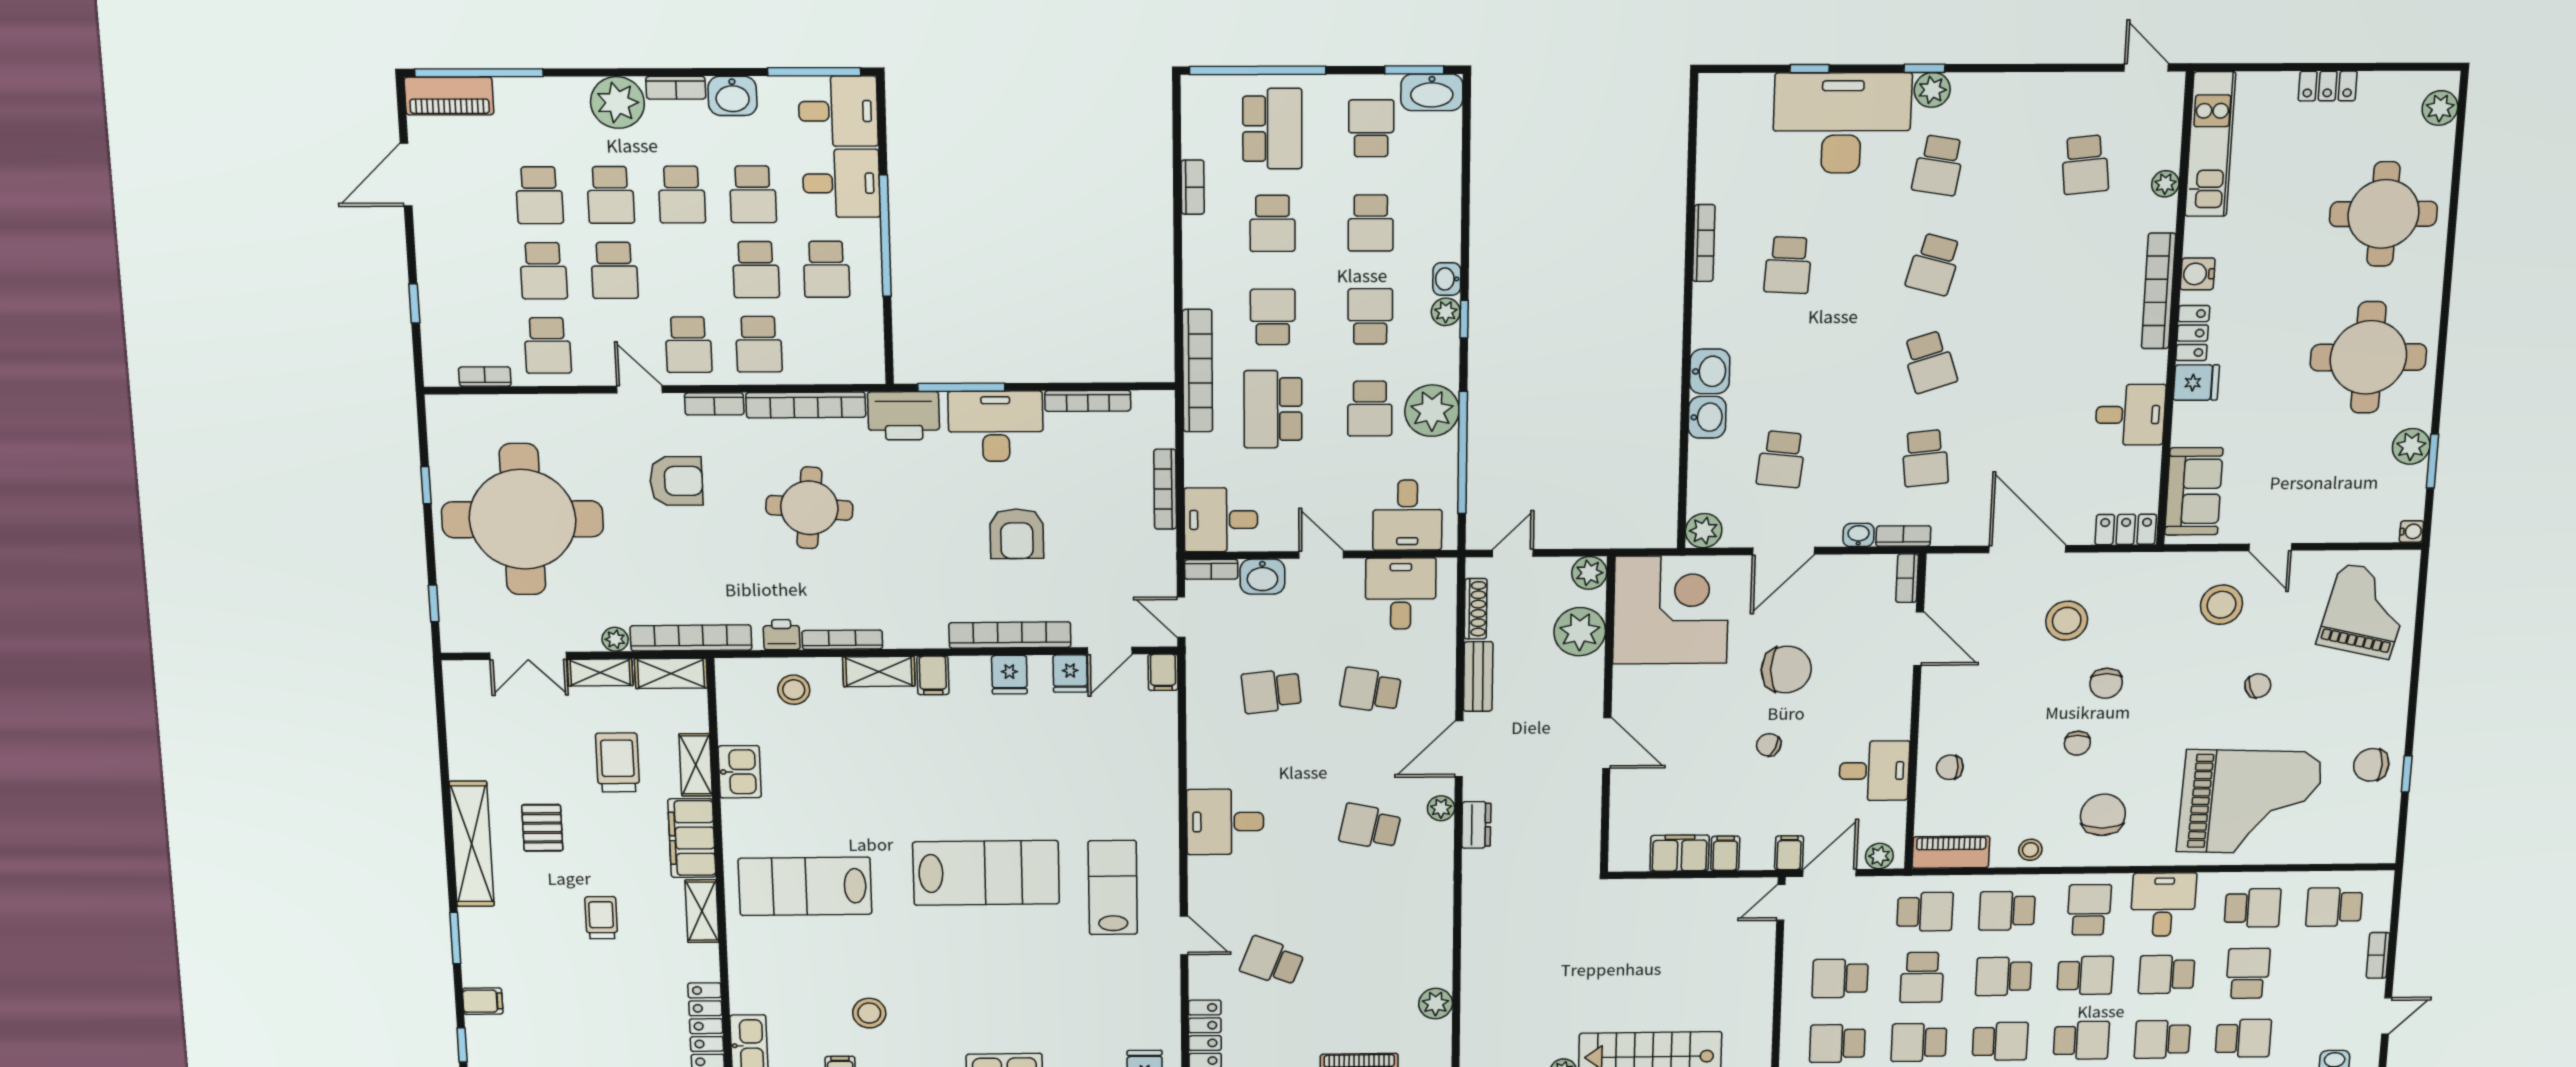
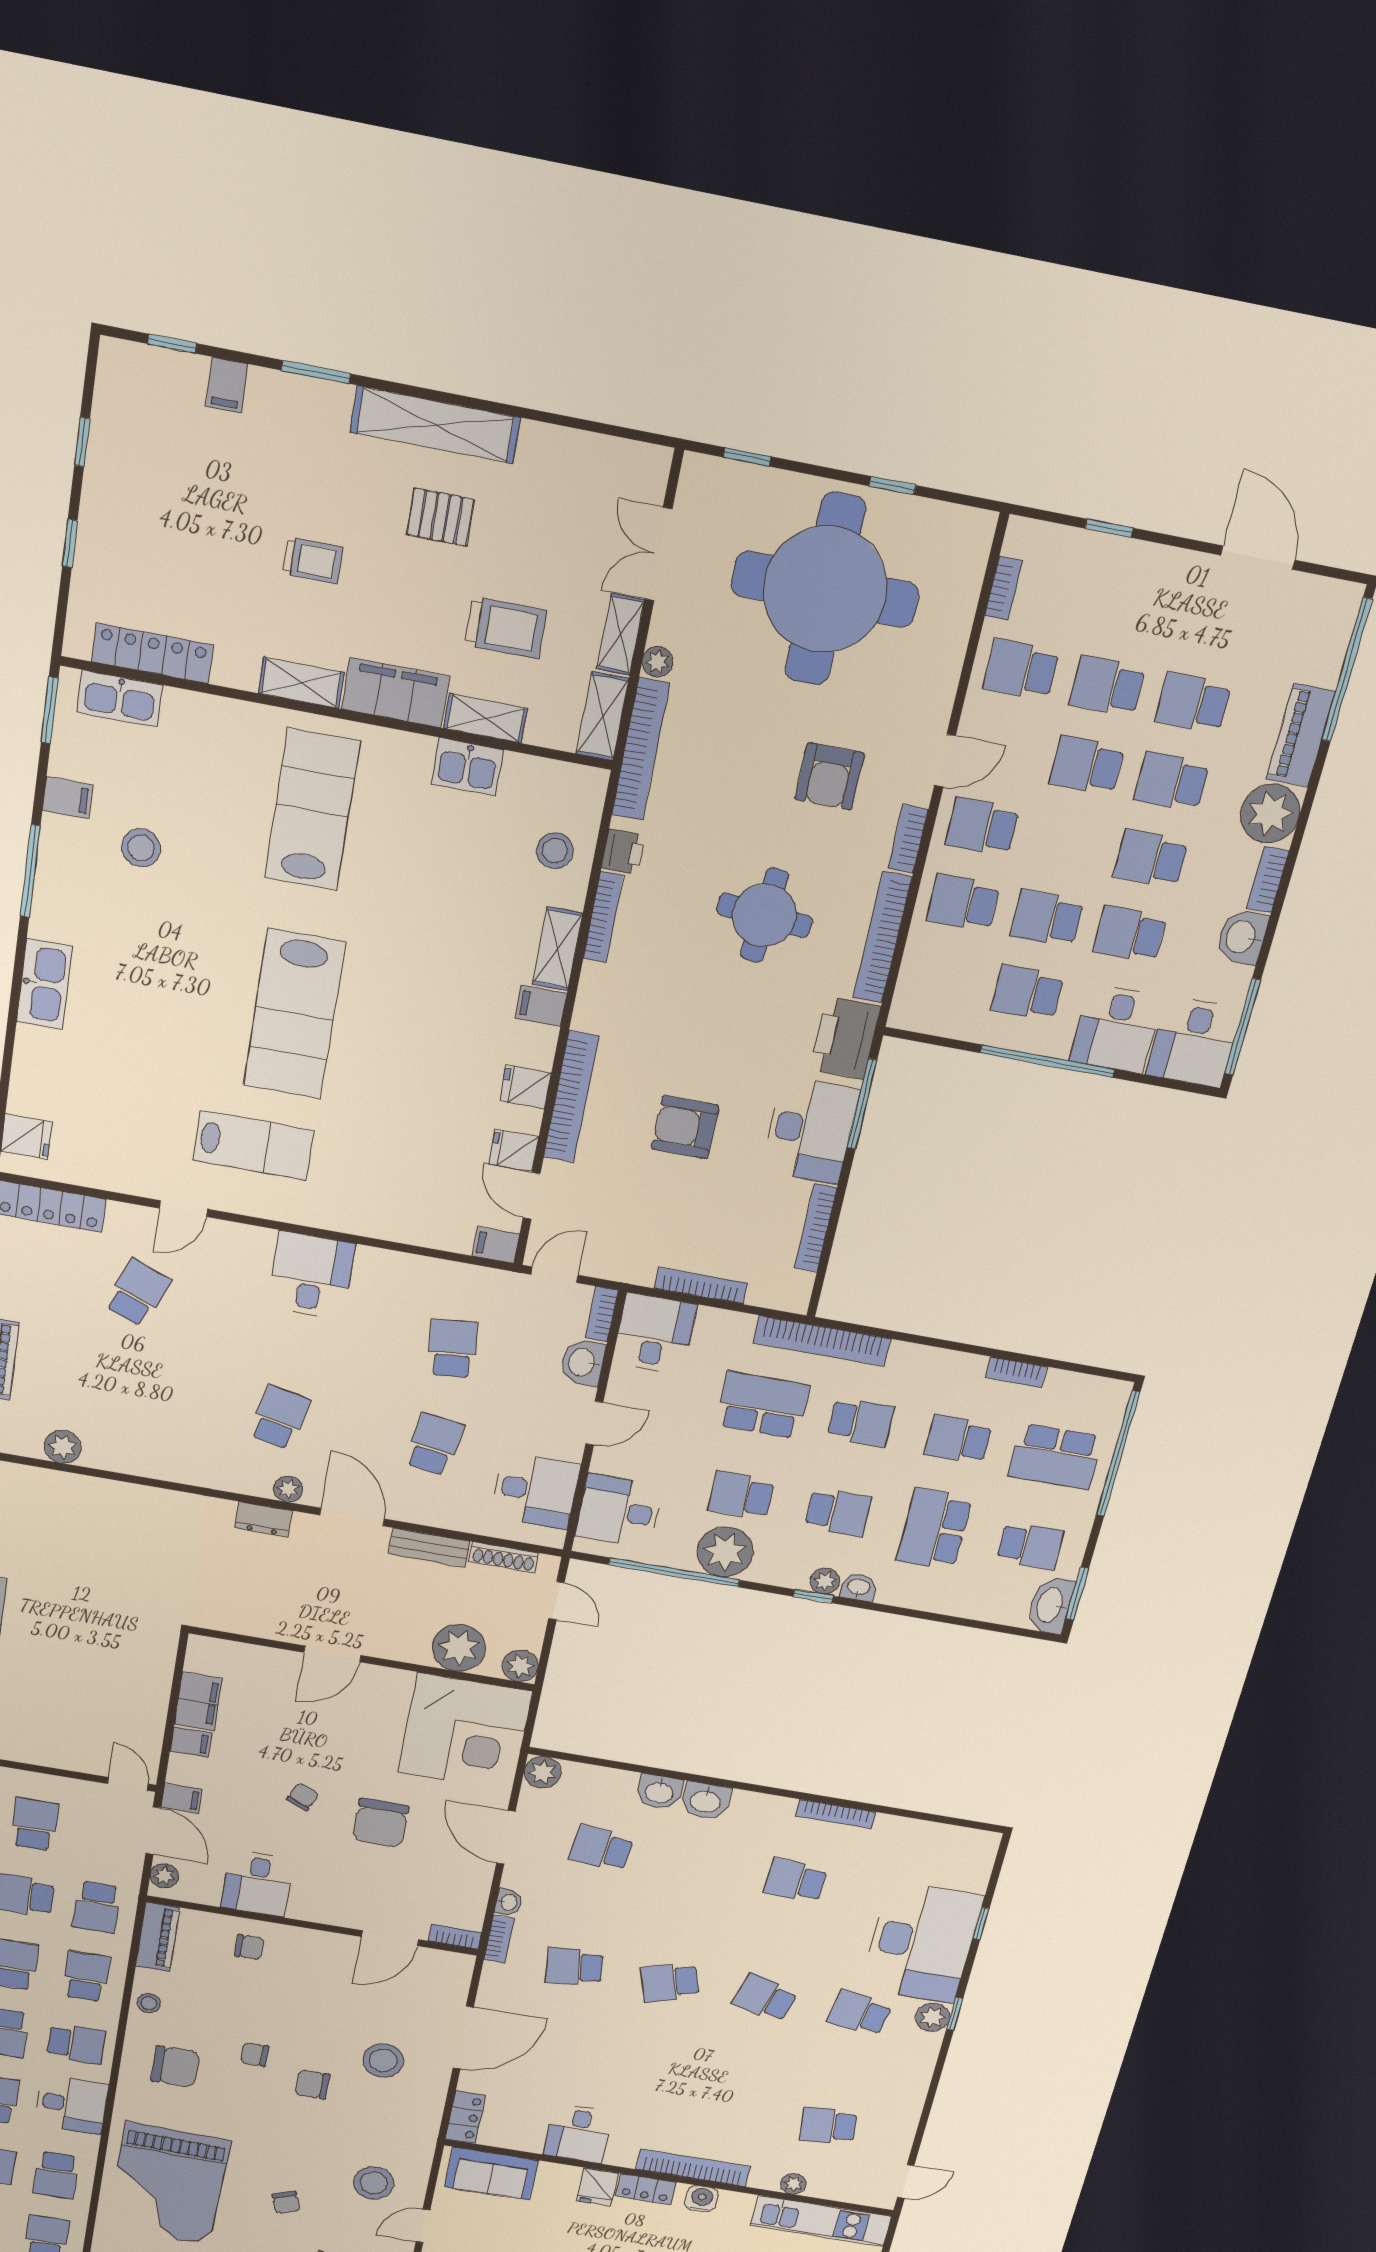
piano: (449, 96) -> (1301, 735), moved
school desk: (1371, 223) -> (934, 1529), width x1.85
chair: (1950, 767) -> (249, 1947), turned 90

